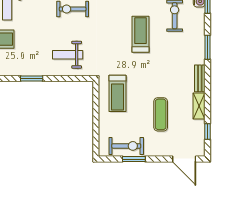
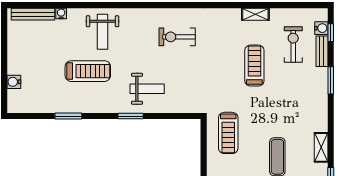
weight bench: (68, 55) -> (147, 89), moved, turned 180
bench: (200, 78) -> (322, 51), moved

